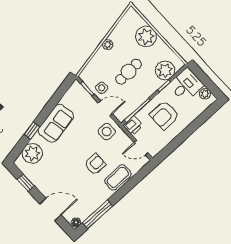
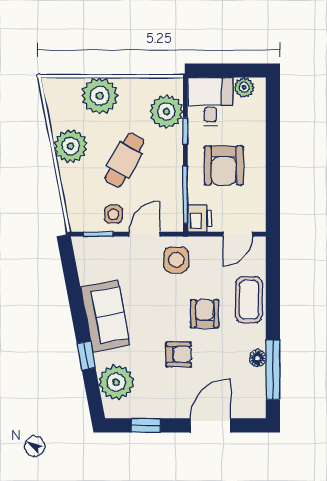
plant: (108, 45) -> (71, 146), width x1.88, depth x1.88
cafe table: (129, 72) -> (125, 160), turned 30
armchair: (68, 169) -> (179, 354), added
floor lamp: (76, 222) -> (258, 358), moved

